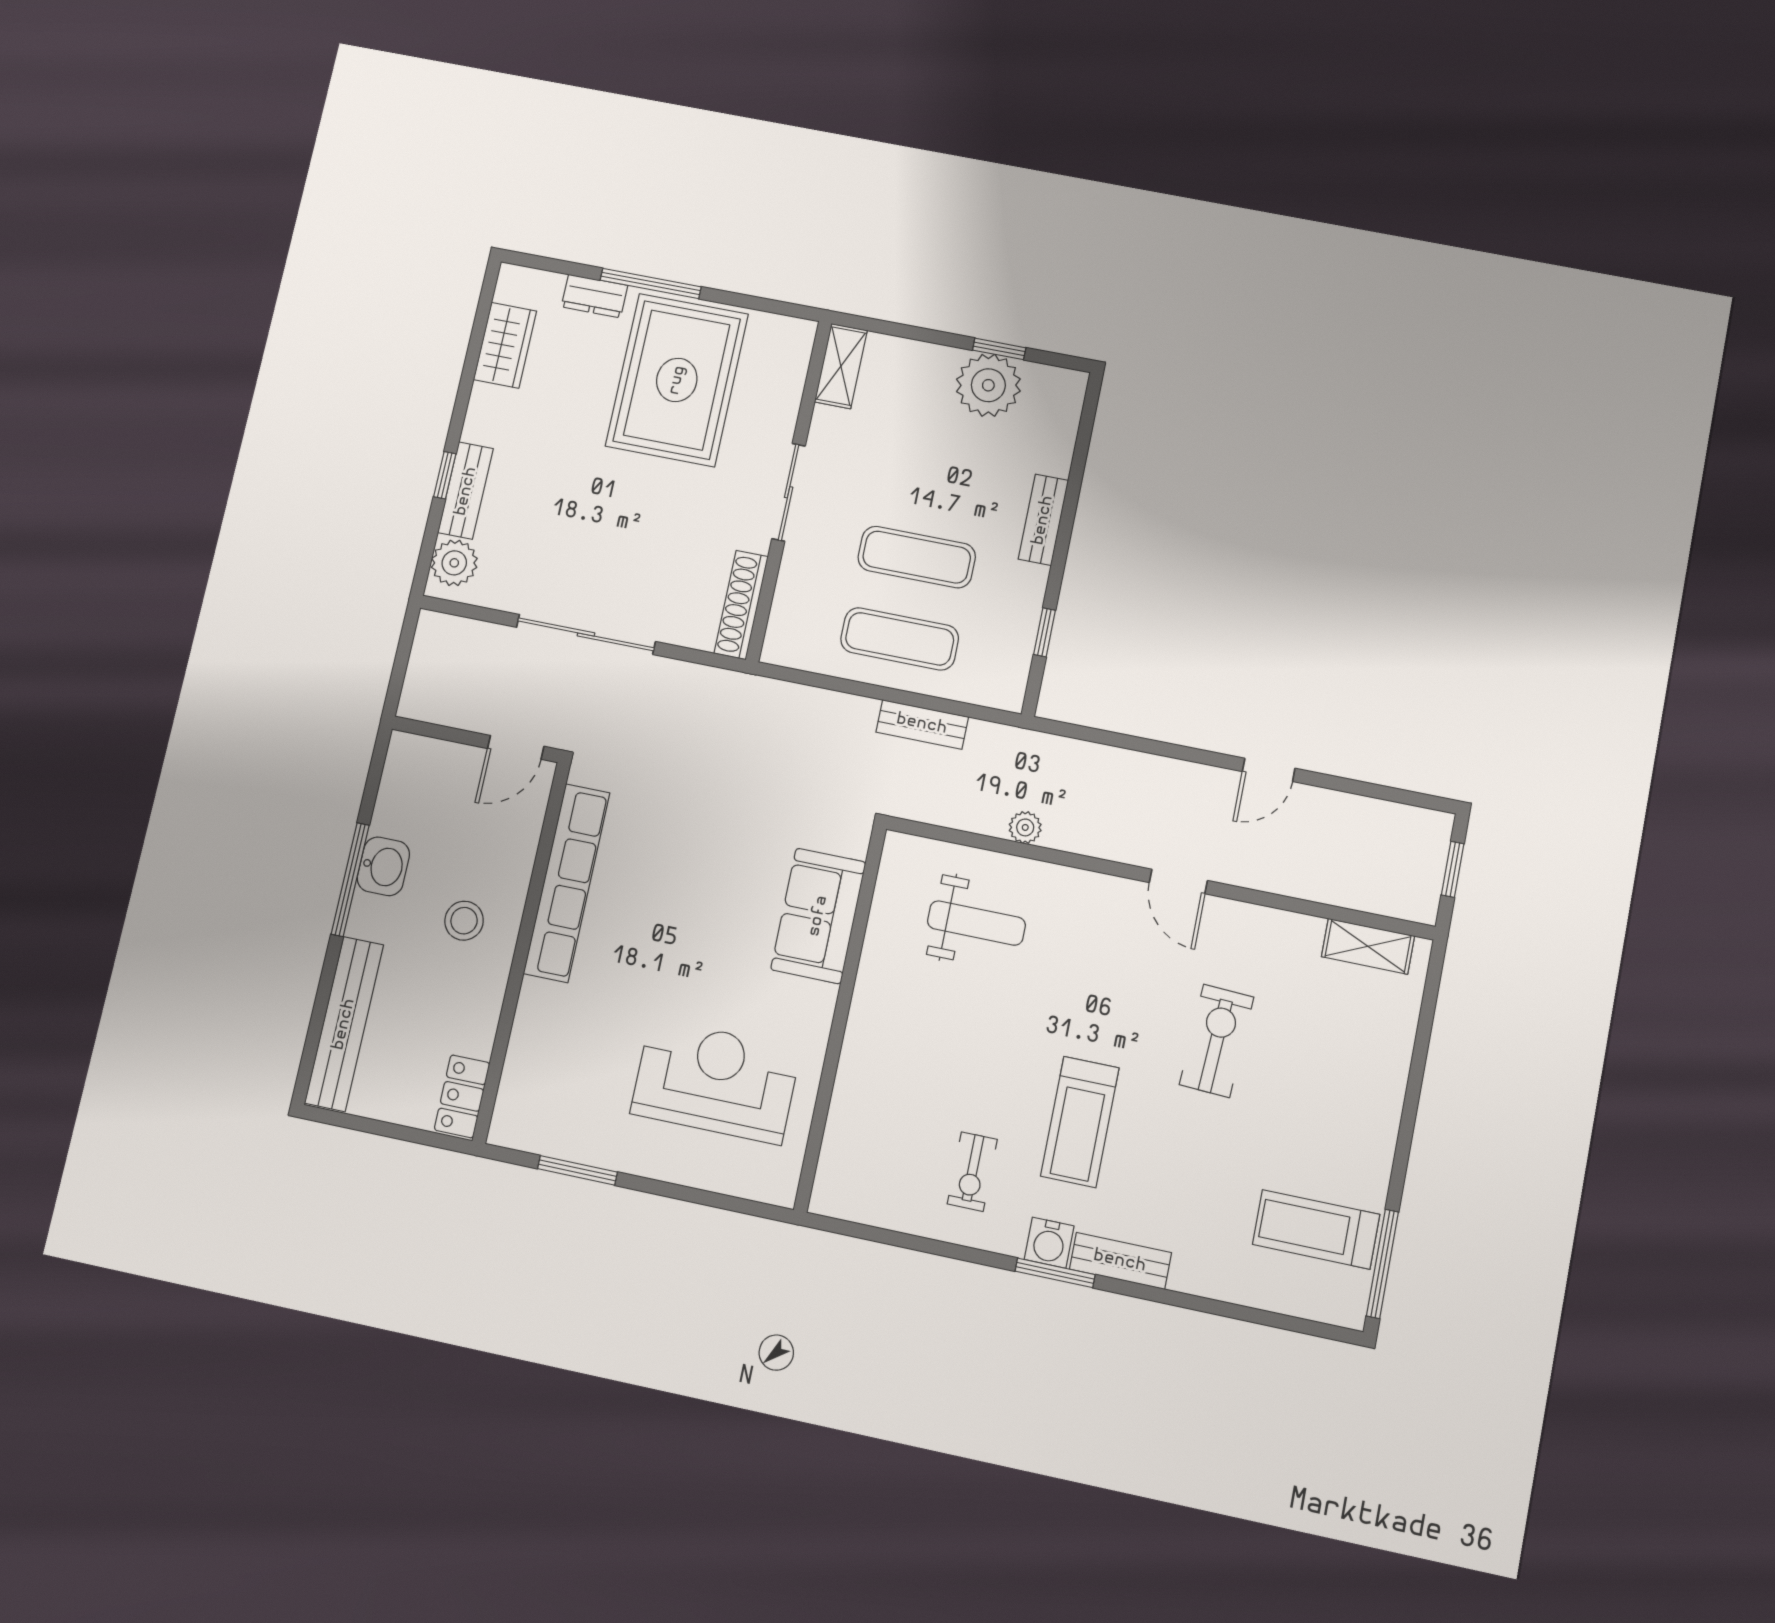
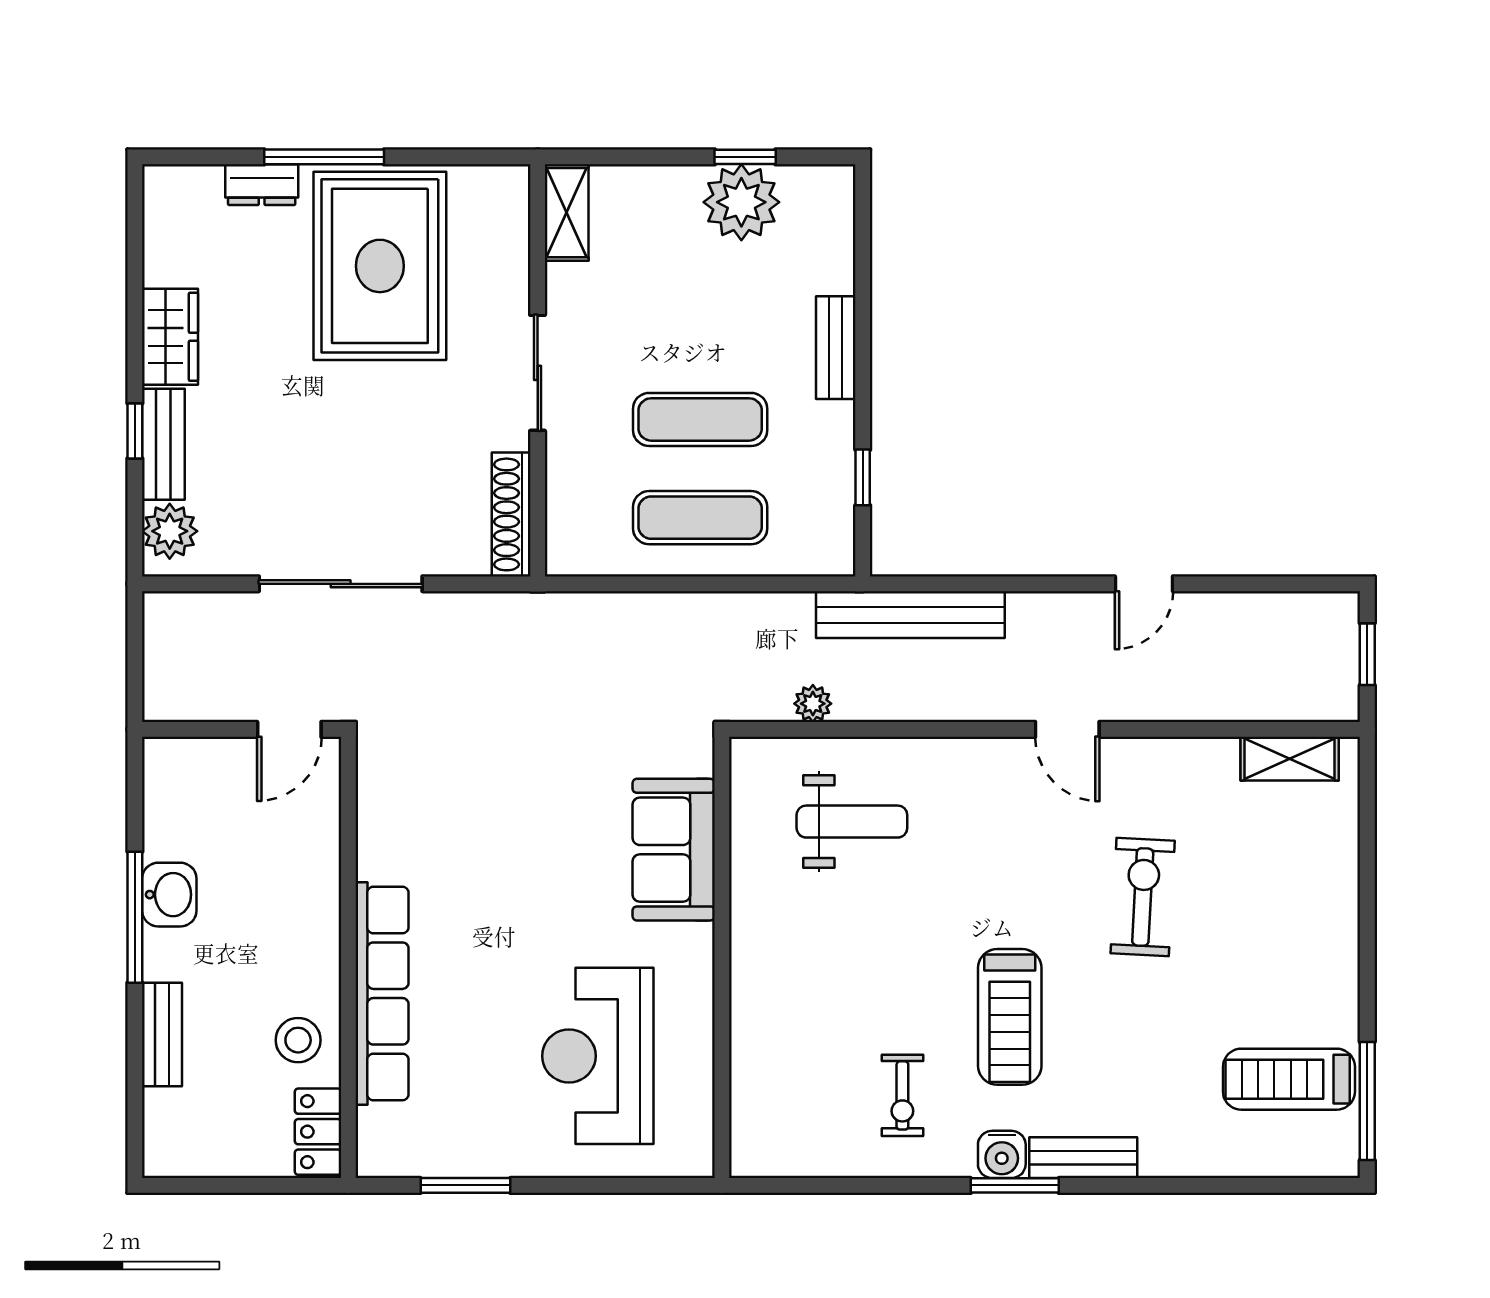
wardrobe: (505, 345) -> (170, 337), moved
bench: (922, 724) -> (910, 615), moved, width x1.86, depth x1.21
plant: (1025, 827) -> (813, 704), moved
row of seats: (567, 883) -> (382, 993), moved
stool: (464, 921) -> (298, 1040), moved
bench: (344, 1024) -> (162, 1034), width x0.54, depth x0.82
reception desk: (716, 1081) -> (598, 1056), turned -90

